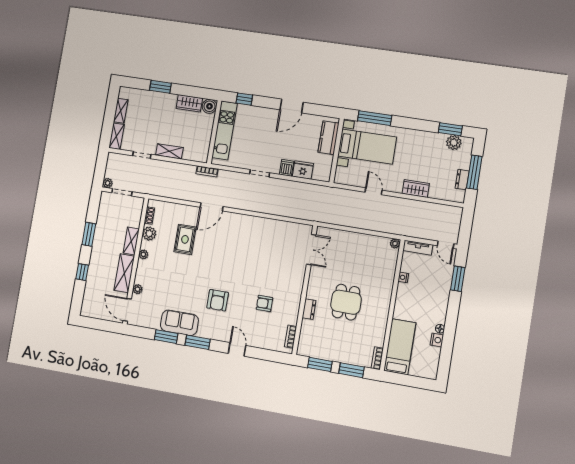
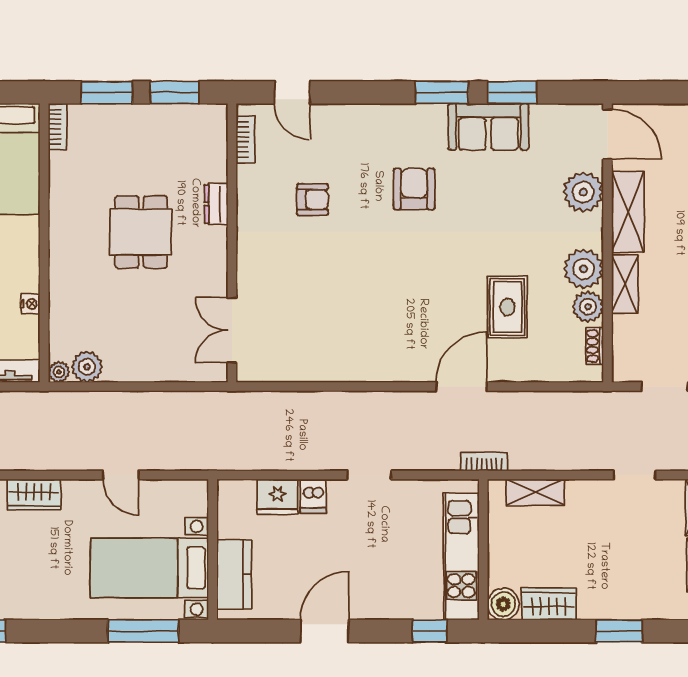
shelving: (169, 151) -> (535, 492), moved
plant: (381, 244) -> (87, 367), added
plant: (143, 254) -> (583, 269), width x1.88, depth x1.88
plant: (137, 289) -> (583, 192), width x1.87, depth x1.87
door: (237, 349) -> (292, 92), moved

